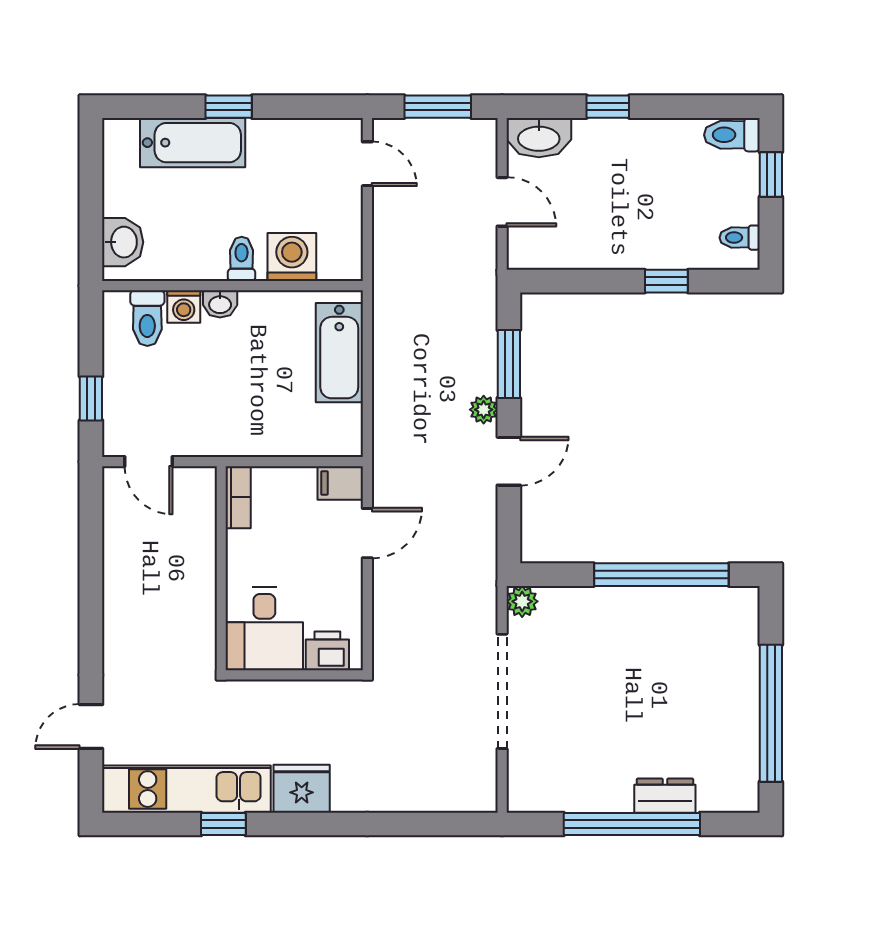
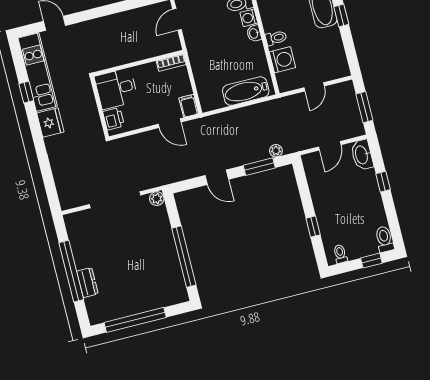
door: (367, 164) -> (314, 87), moved
plant: (484, 410) -> (276, 151), moved

